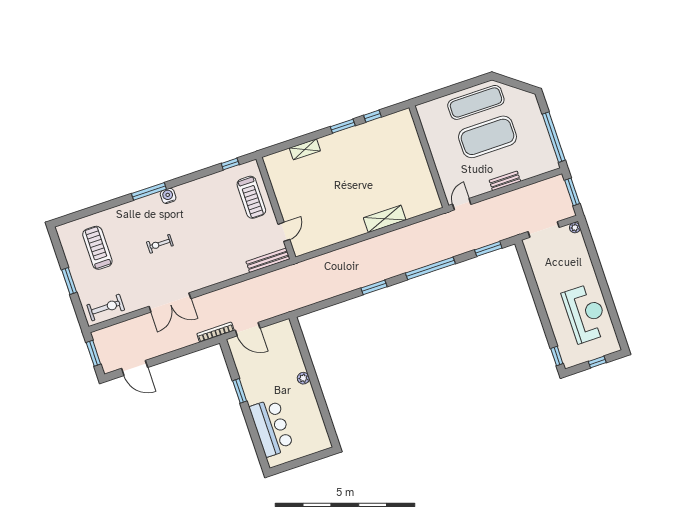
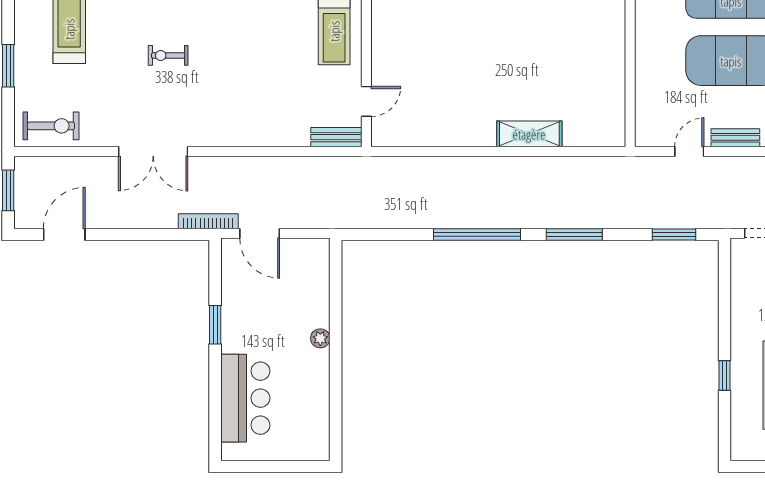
door: (462, 204) -> (689, 152), moved
bench: (268, 260) -> (336, 137), width x0.73
window: (430, 268) -> (574, 235), width x0.68
window: (374, 287) -> (477, 235), width x2.11
window: (557, 356) -> (725, 375), moved
door: (135, 368) -> (64, 235), swing flipped

